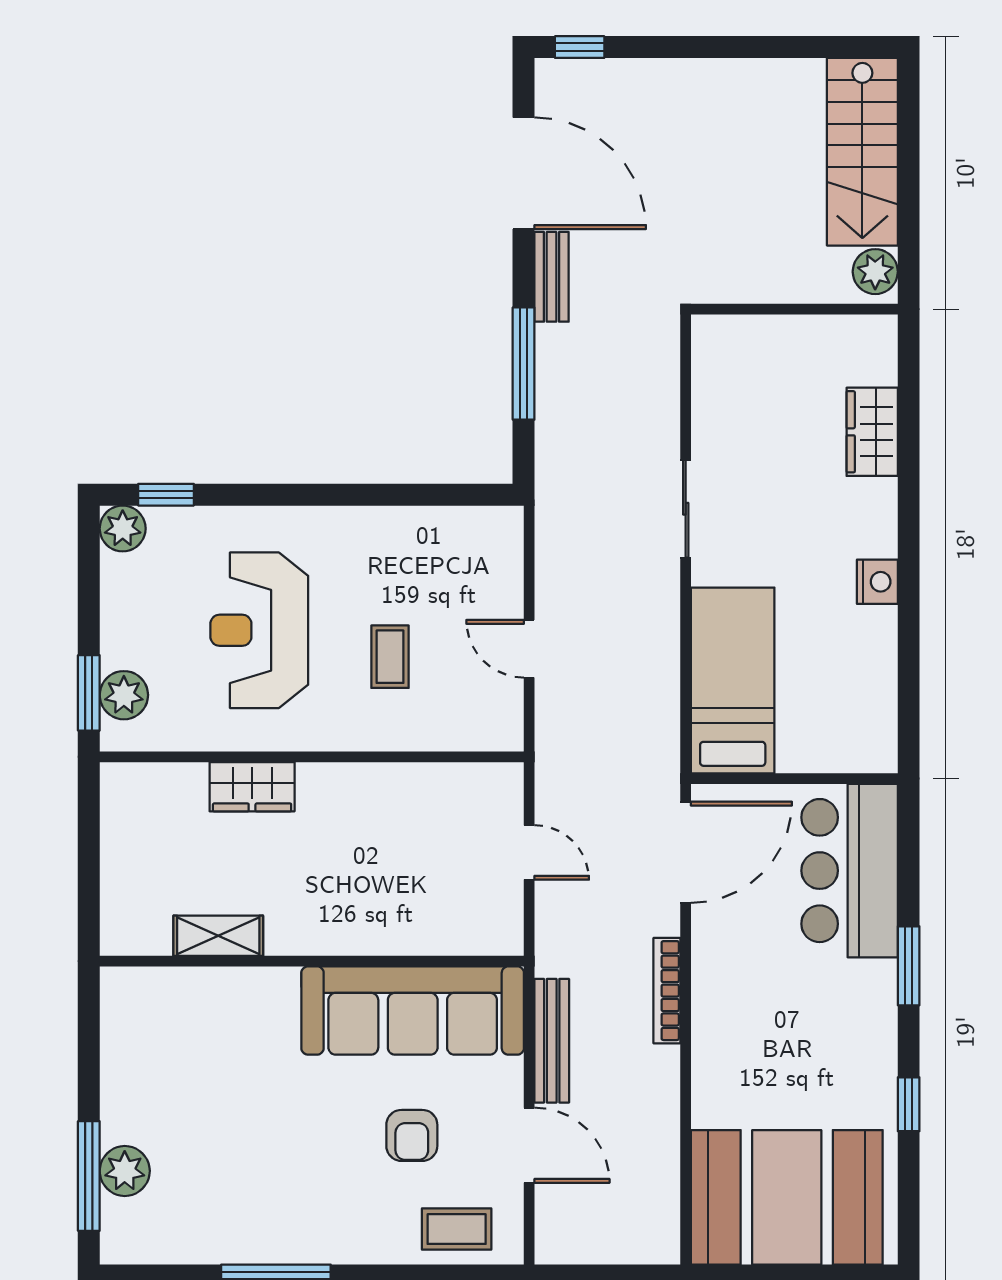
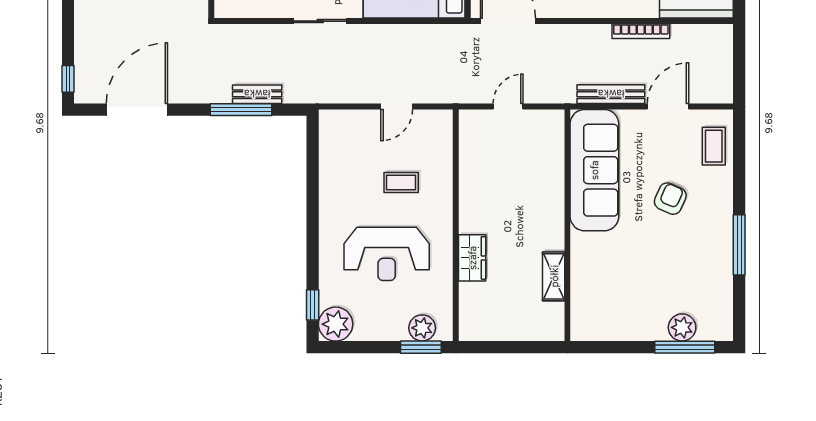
bench: (552, 277) -> (257, 94), moved
plant: (123, 529) -> (336, 324), width x1.36, depth x1.36
bookcase: (667, 991) -> (641, 31), moved
armchair: (412, 1135) -> (670, 199), moved, turned -66

